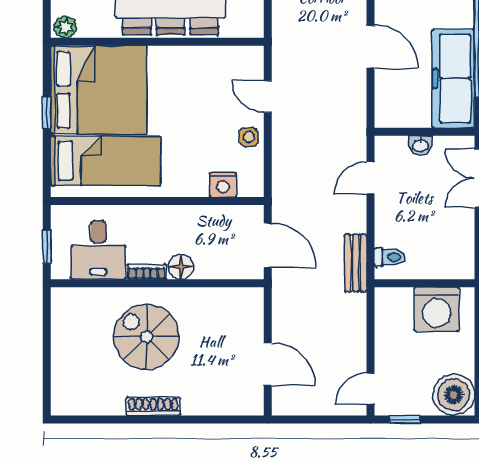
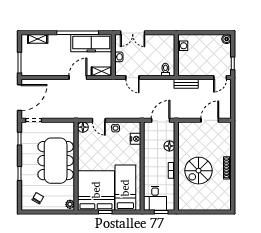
floor lamp: (251, 58) -> (83, 127), added
door: (268, 97) -> (99, 120), hinge flipped
shelving: (385, 103) -> (101, 71), added
desk: (98, 250) -> (155, 198), moved, turned 90
bench: (356, 263) -> (186, 84), moved
floor lamp: (181, 267) -> (169, 146), moved
washing machine: (437, 309) -> (183, 46), width x0.53, depth x0.53
door: (370, 389) -> (220, 78), hinge flipped
boiler: (454, 395) -> (227, 39), width x0.54, depth x0.54

